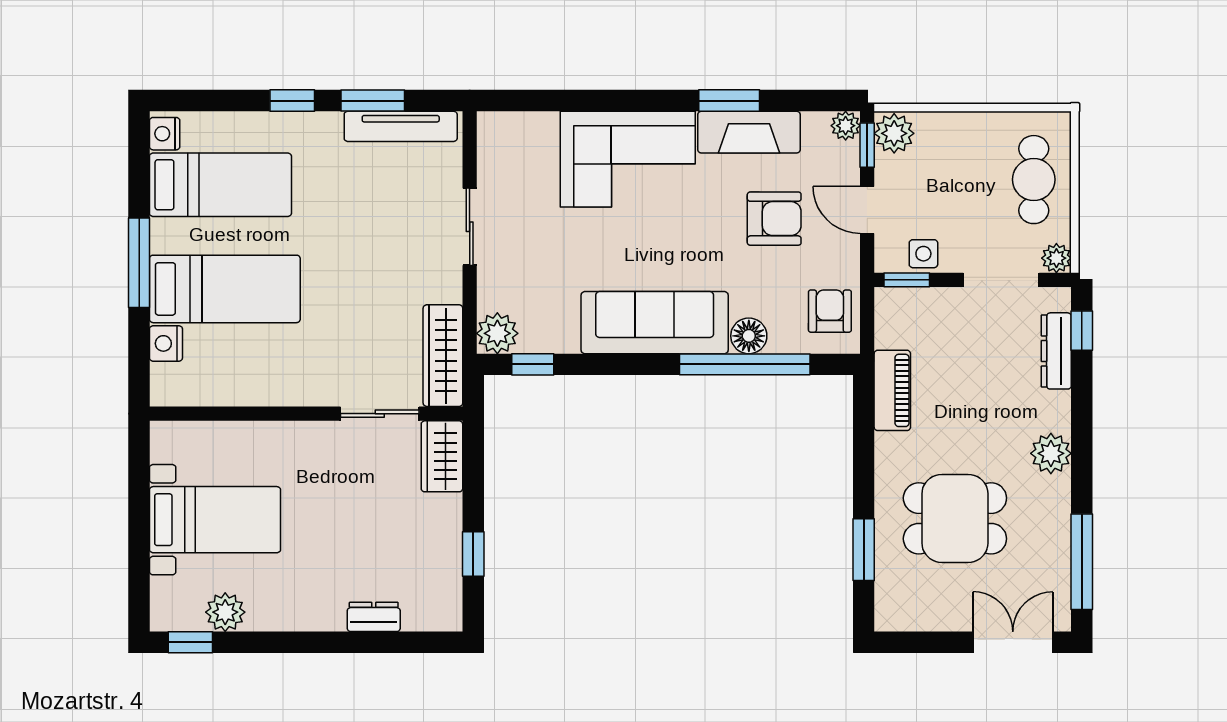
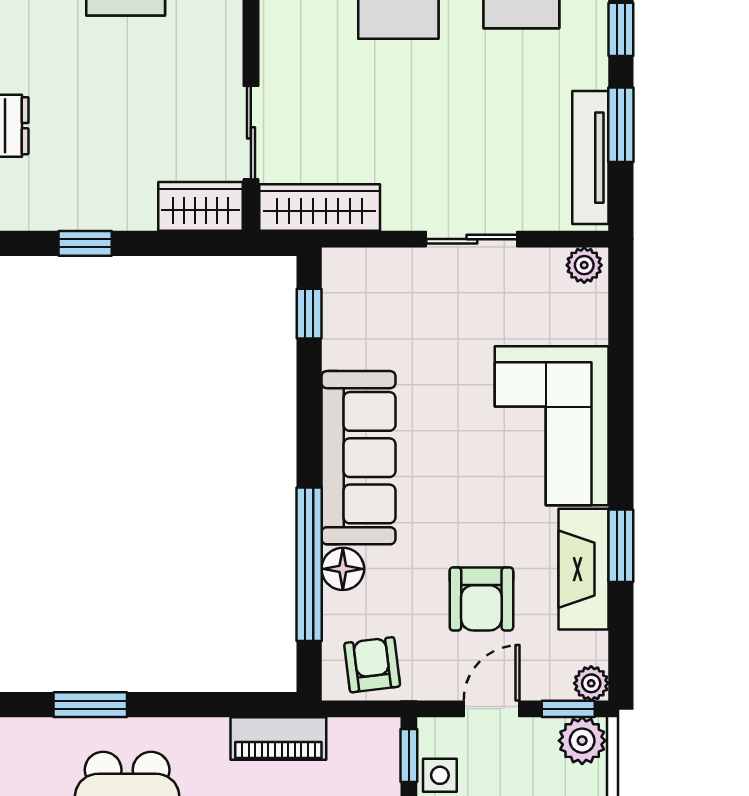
armchair: (830, 311) -> (372, 665), turned -97
plant: (497, 333) -> (584, 265), moved, width x0.73, depth x0.73

